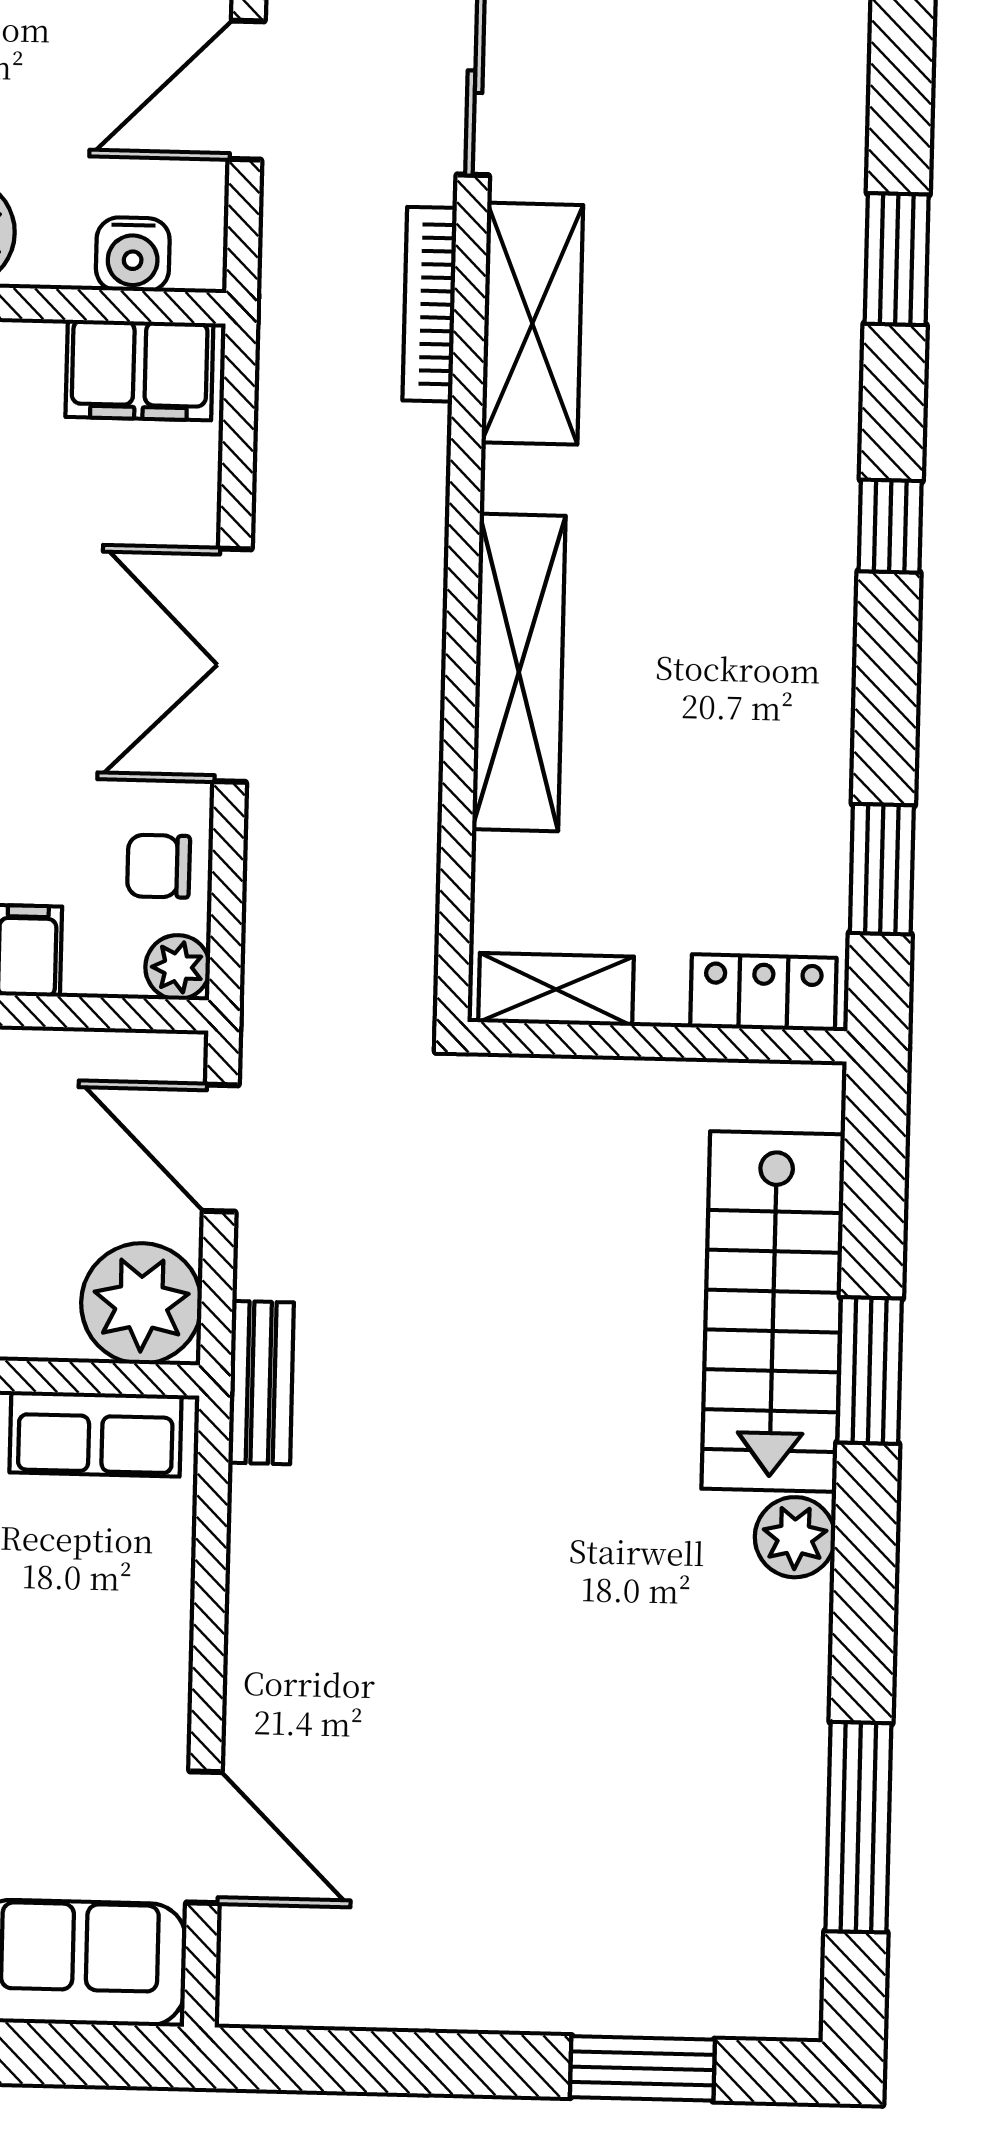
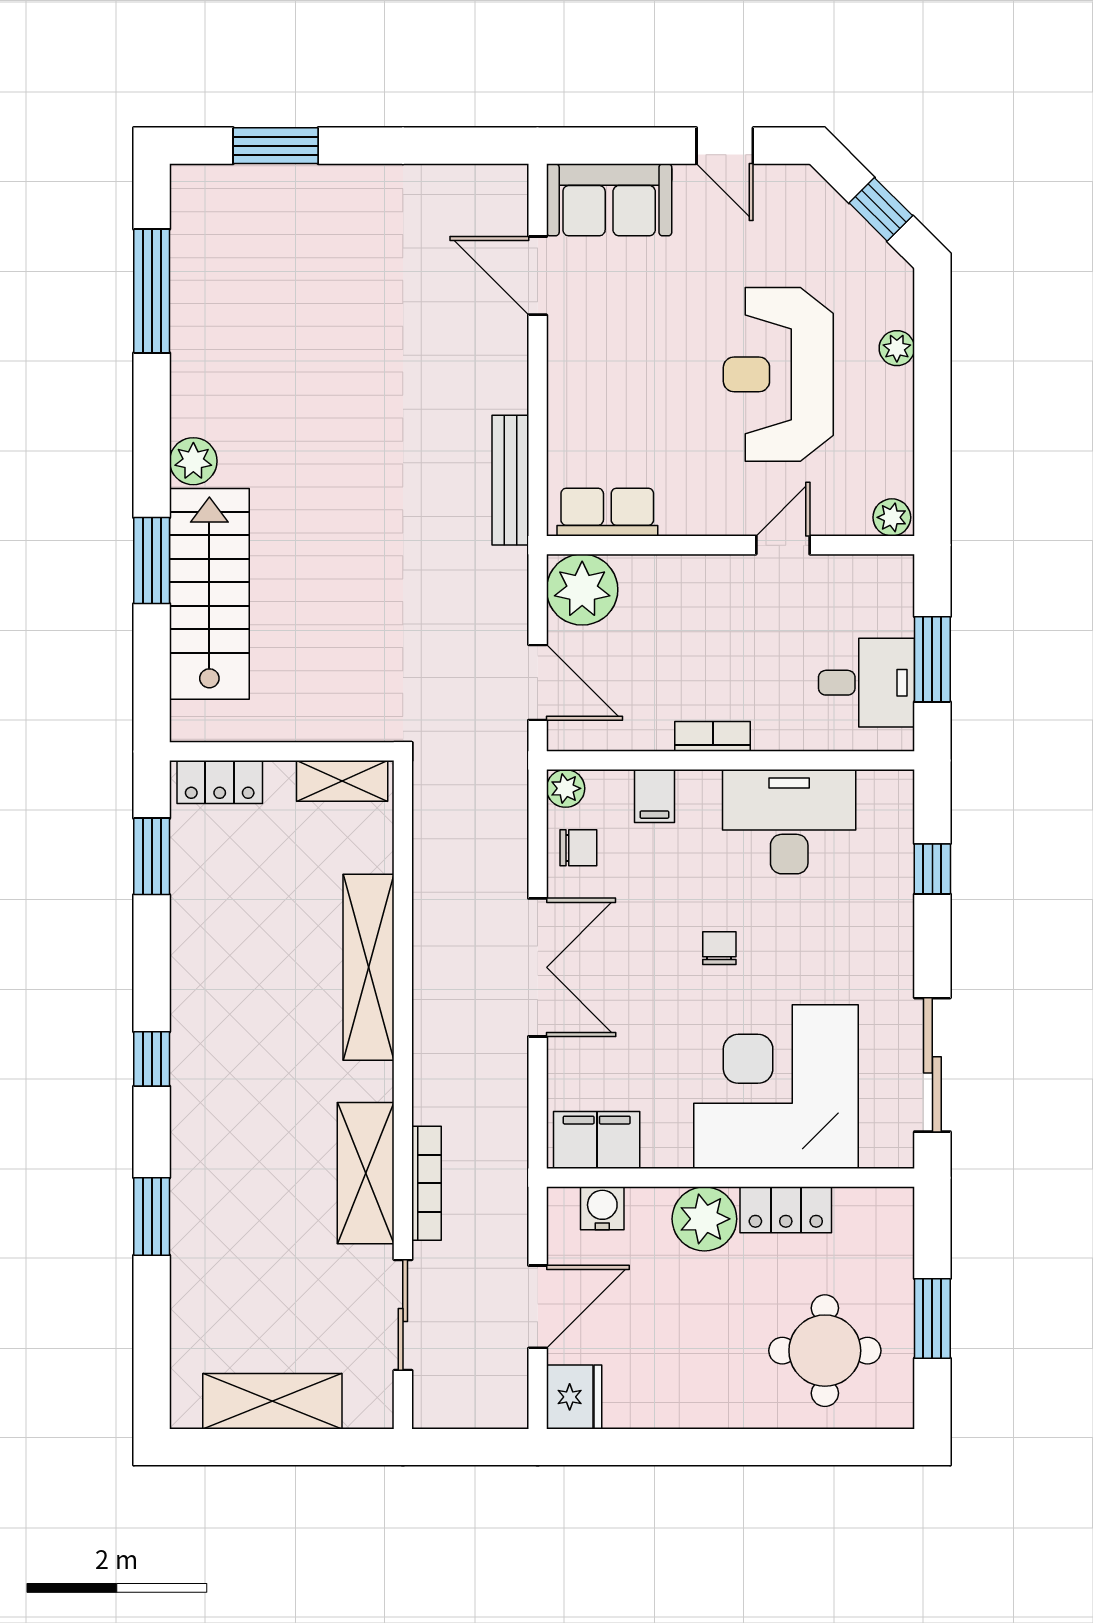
bench: (261, 1383) -> (510, 480), moved, width x1.36

